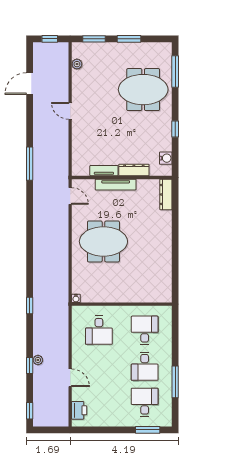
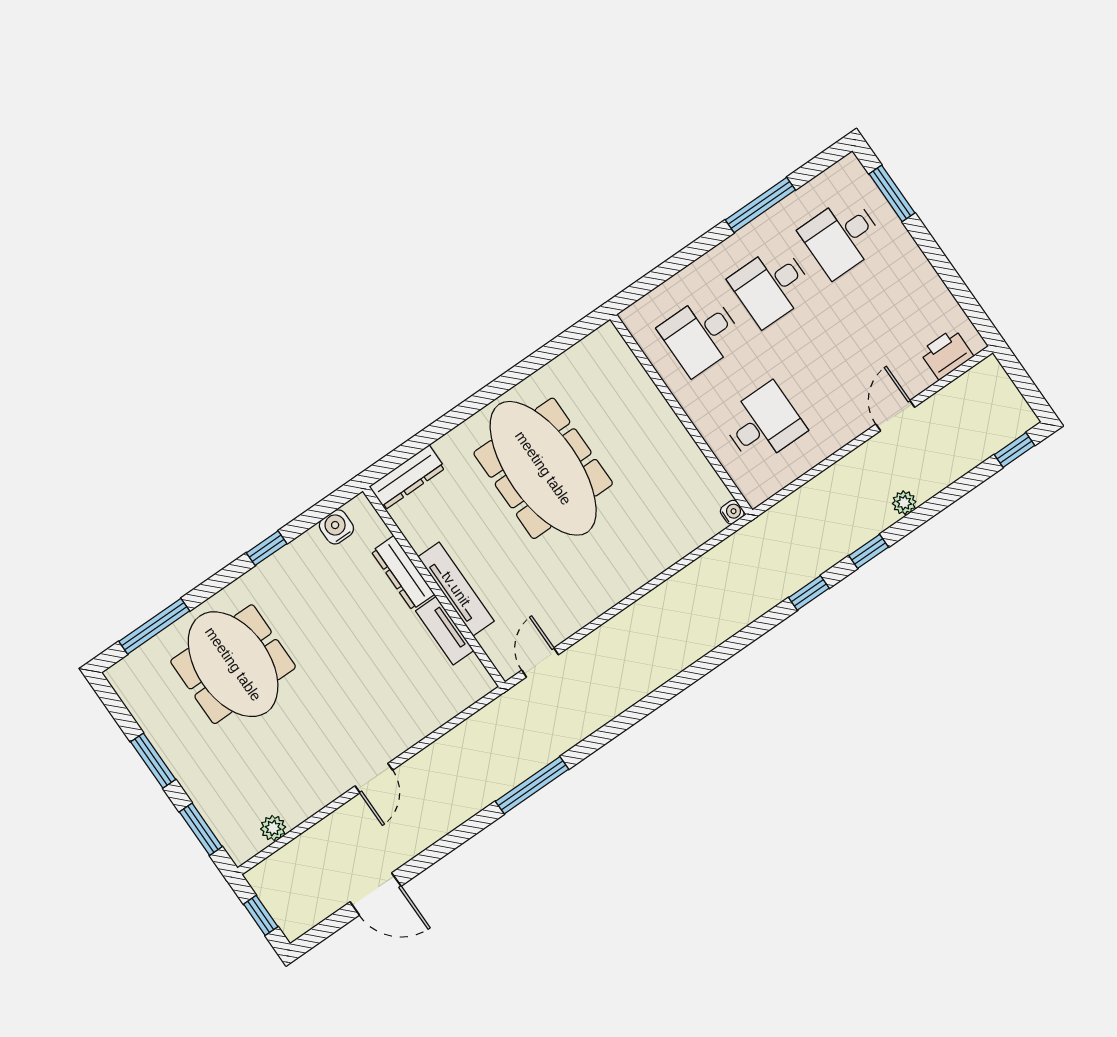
meeting table: (103, 241) -> (543, 468), moved, width x1.36
window: (30, 365) -> (869, 551), moved
desk: (145, 366) -> (771, 286), turned 180

